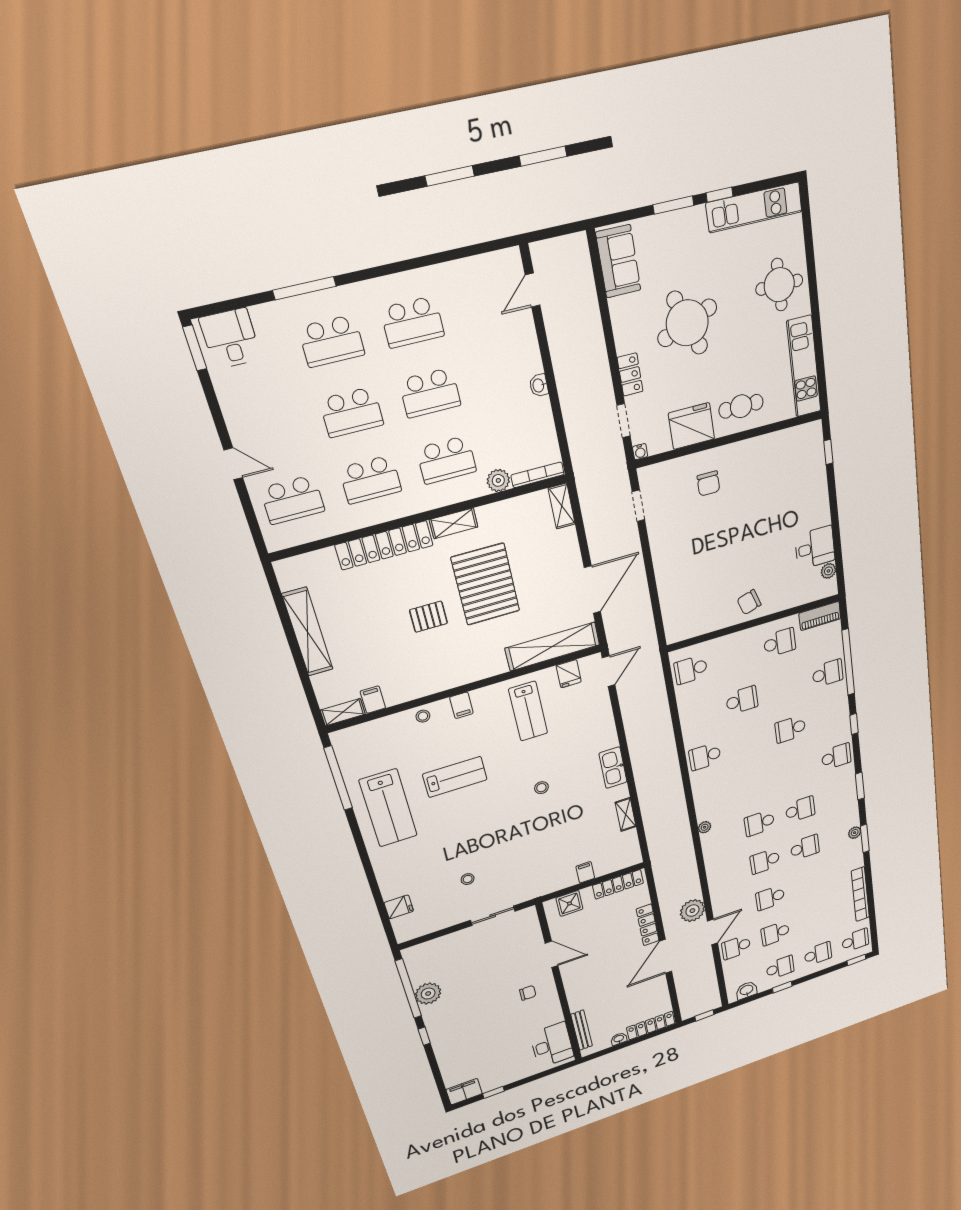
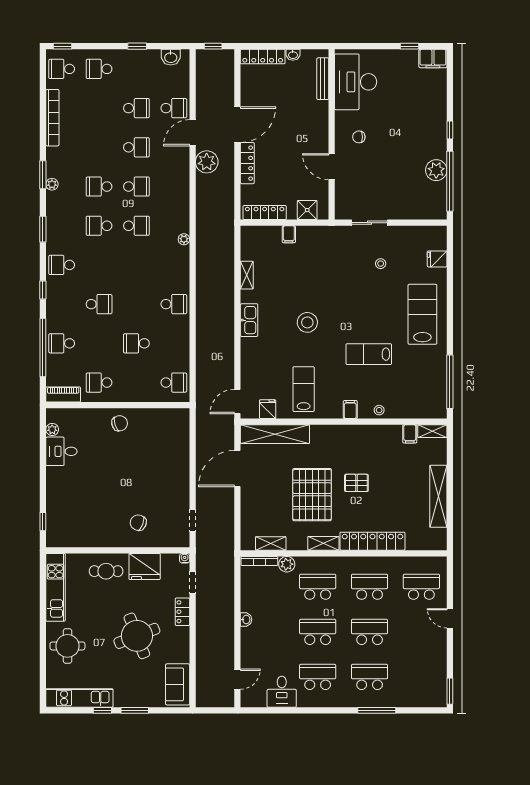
desk: (230, 339) -> (282, 692), moved
chair: (708, 483) -> (138, 523), turned -69
shelving: (562, 506) -> (271, 543), moved, turned 90
stool: (541, 788) -> (307, 322), width x1.89, depth x1.89
lab bench: (388, 808) -> (422, 314), moved
school desk: (780, 968) -> (136, 69), removed
desk: (552, 1045) -> (356, 82), width x1.36, depth x1.30

